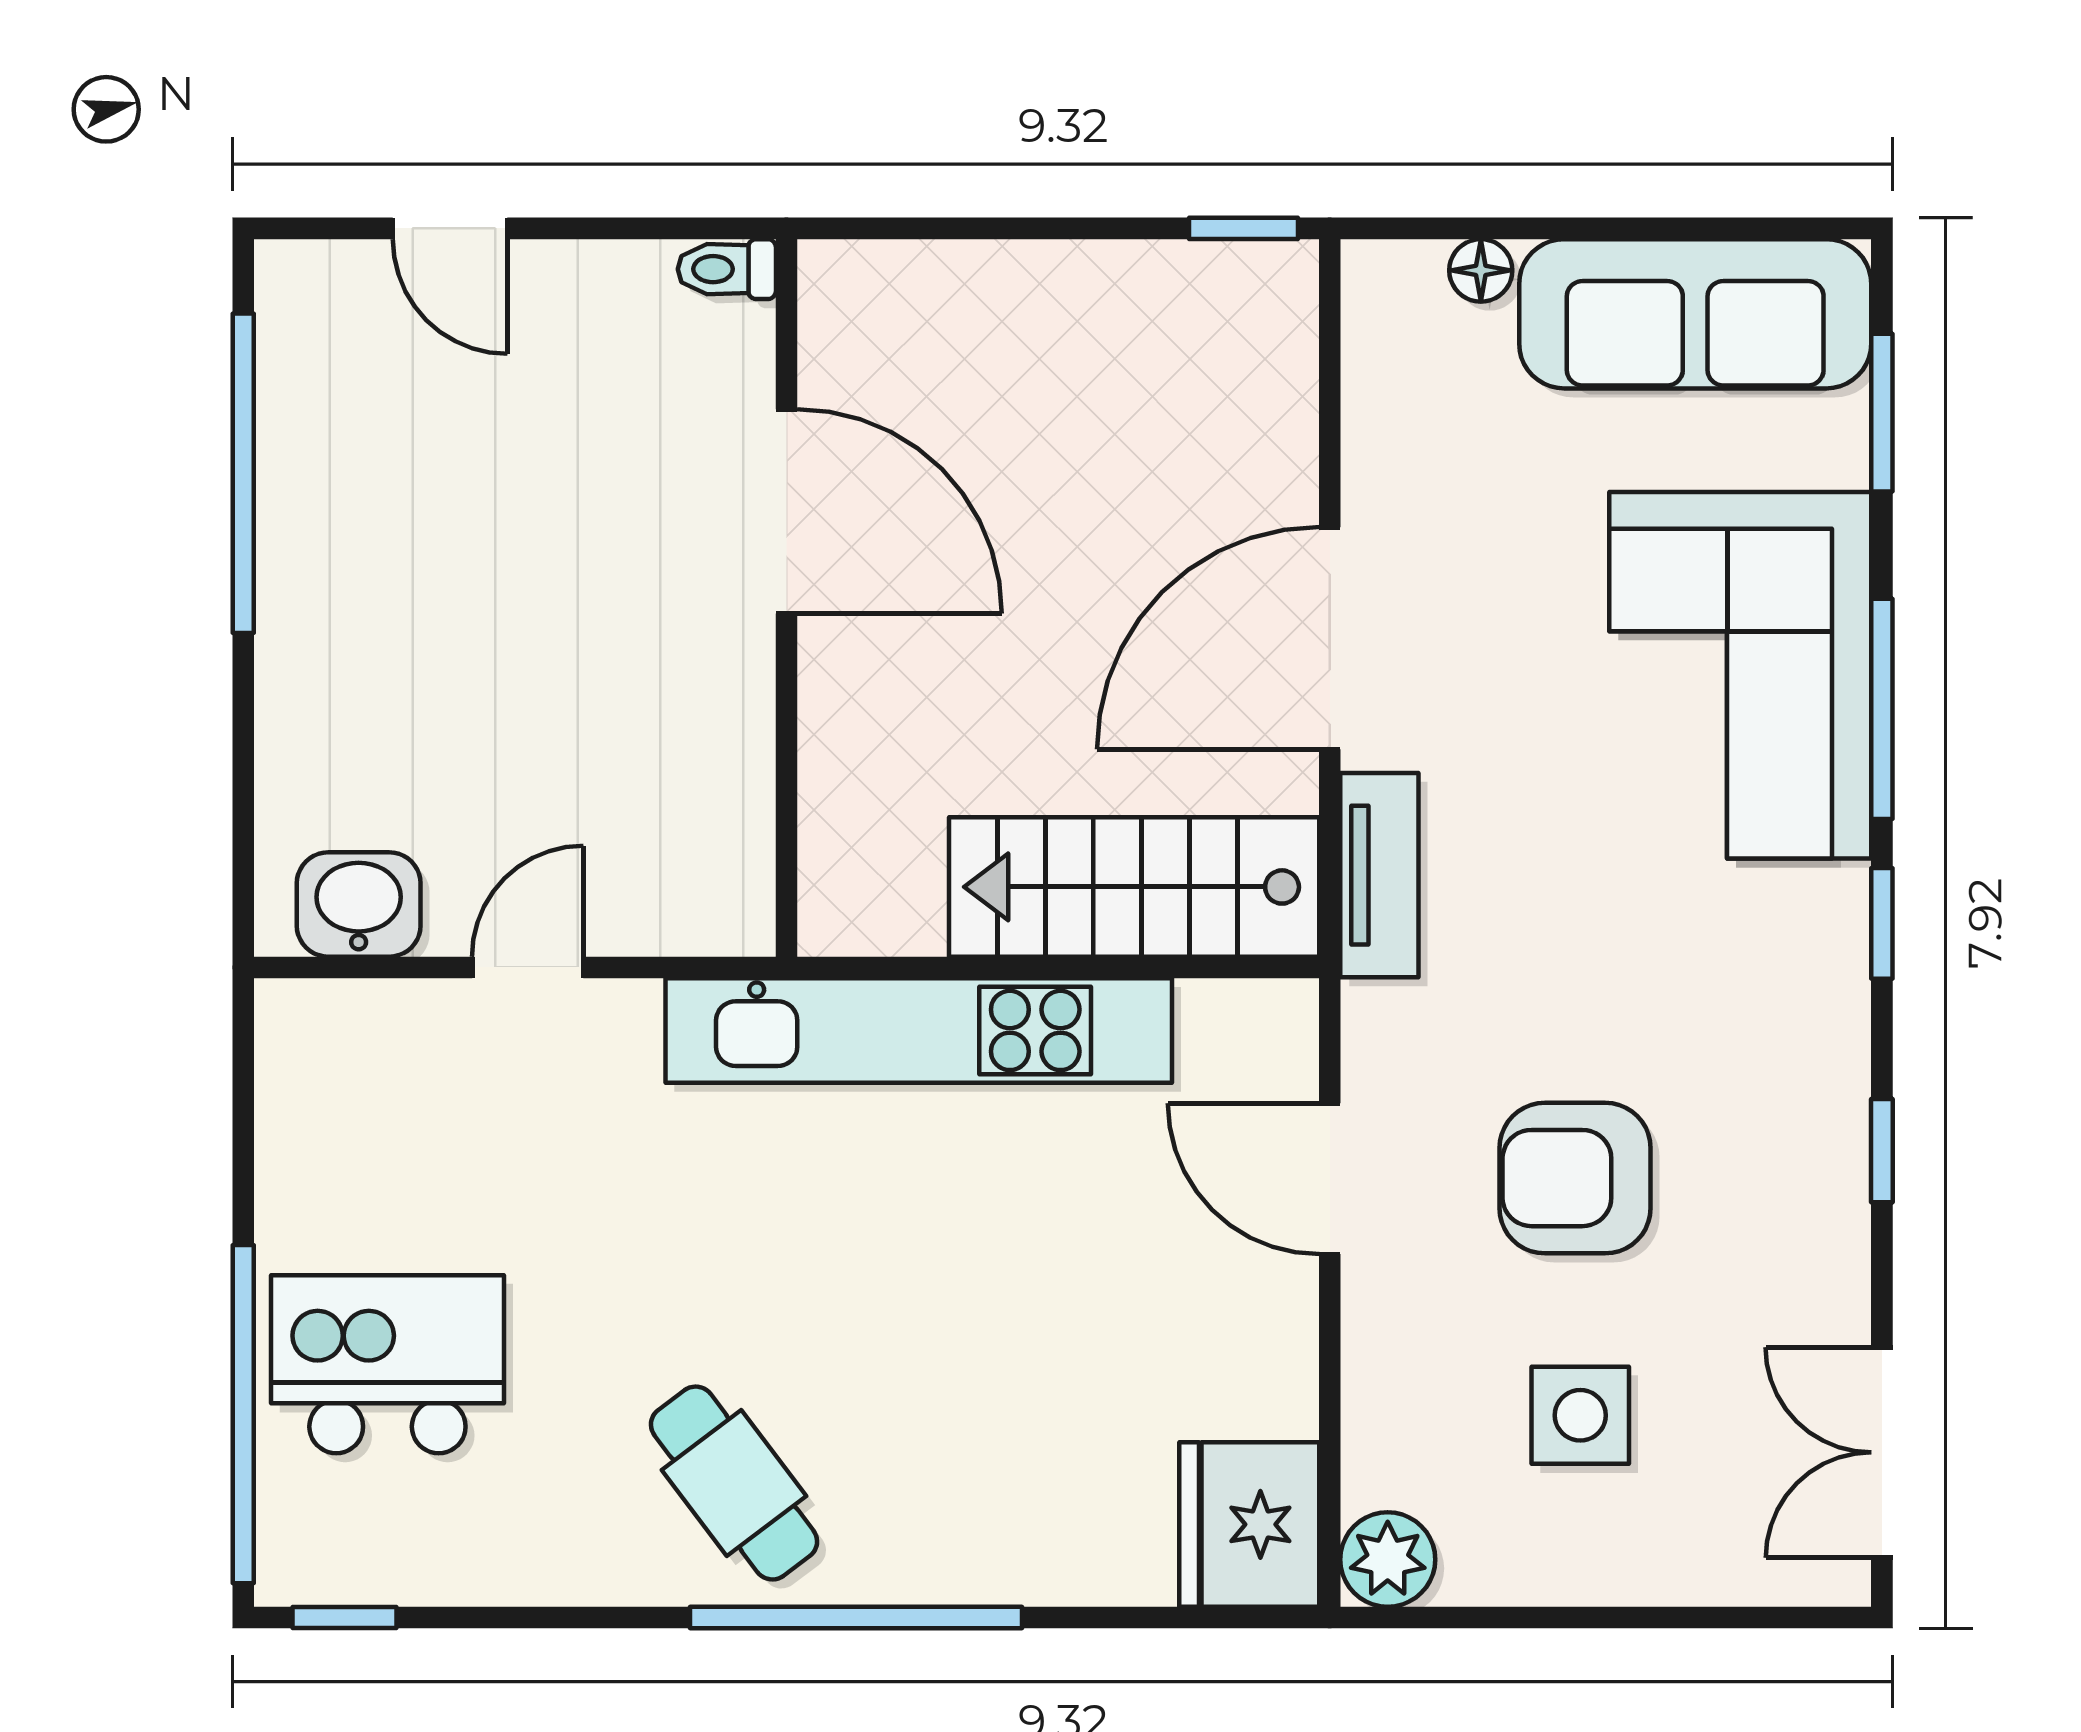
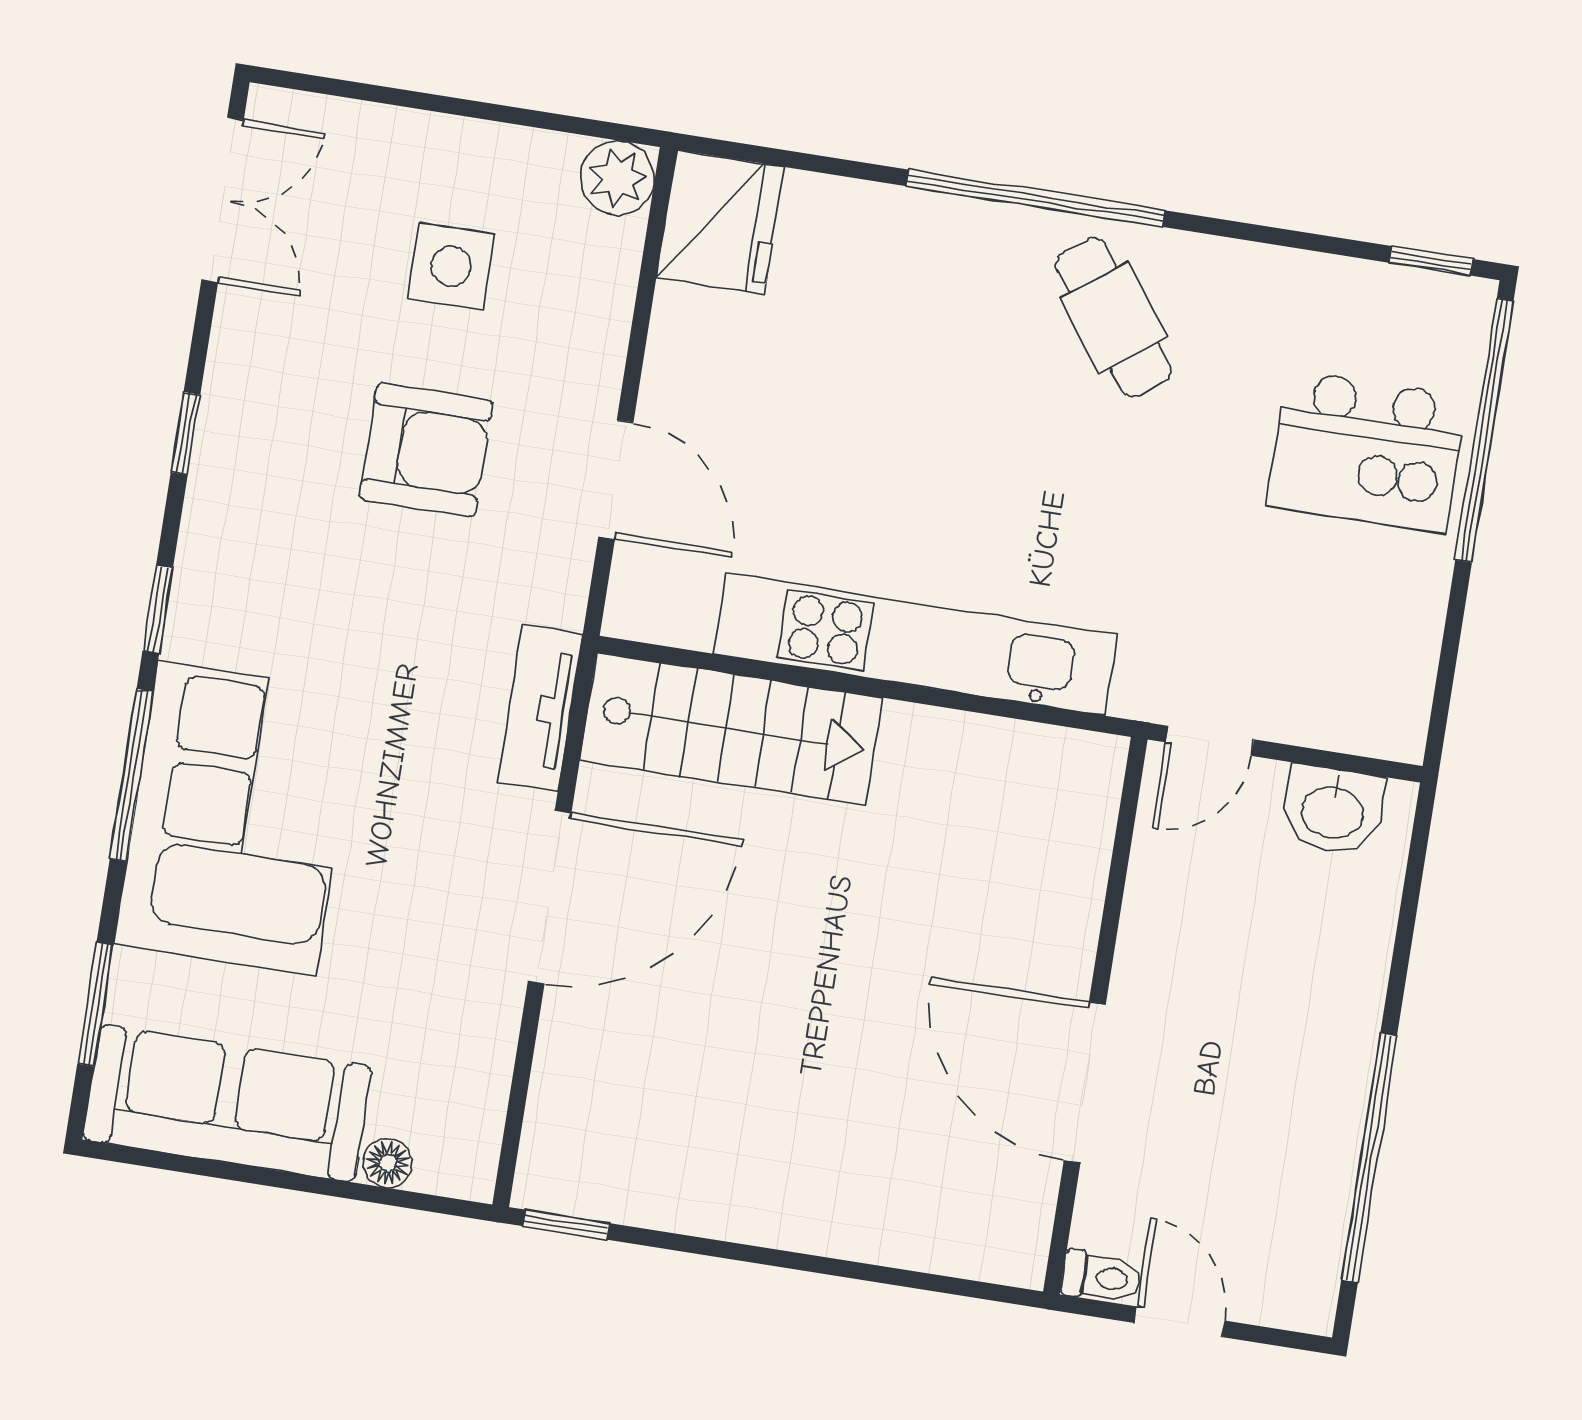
toilet: (727, 269) -> (1101, 1277), moved
door: (786, 511) -> (1085, 1083), moved
wall: (786, 598) -> (1095, 1016), moved

